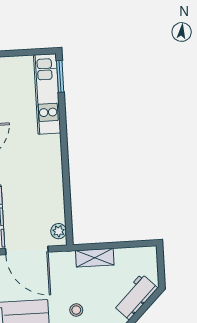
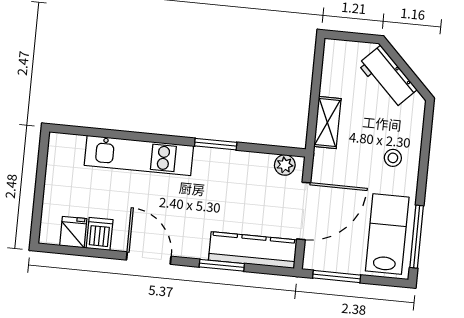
window: (60, 76) -> (216, 144), moved
kitchen unit: (47, 94) -> (139, 155), moved

